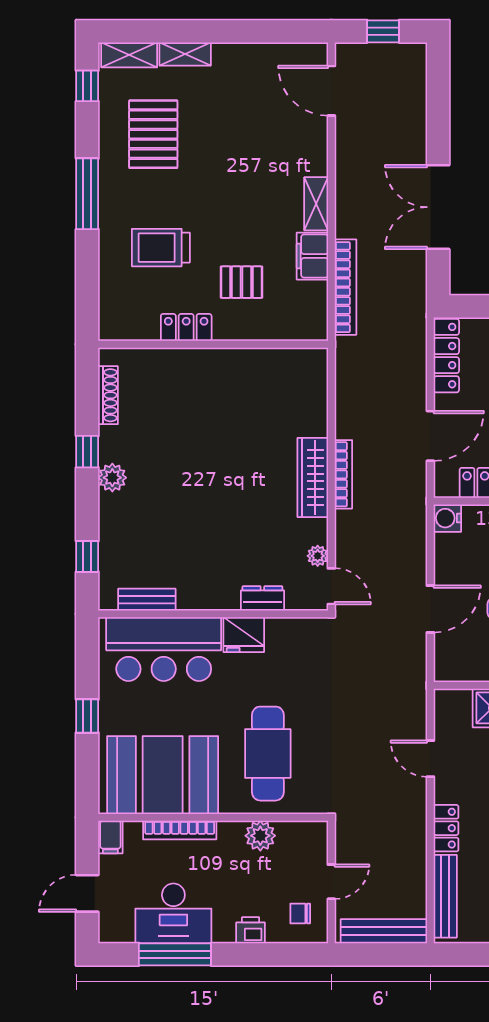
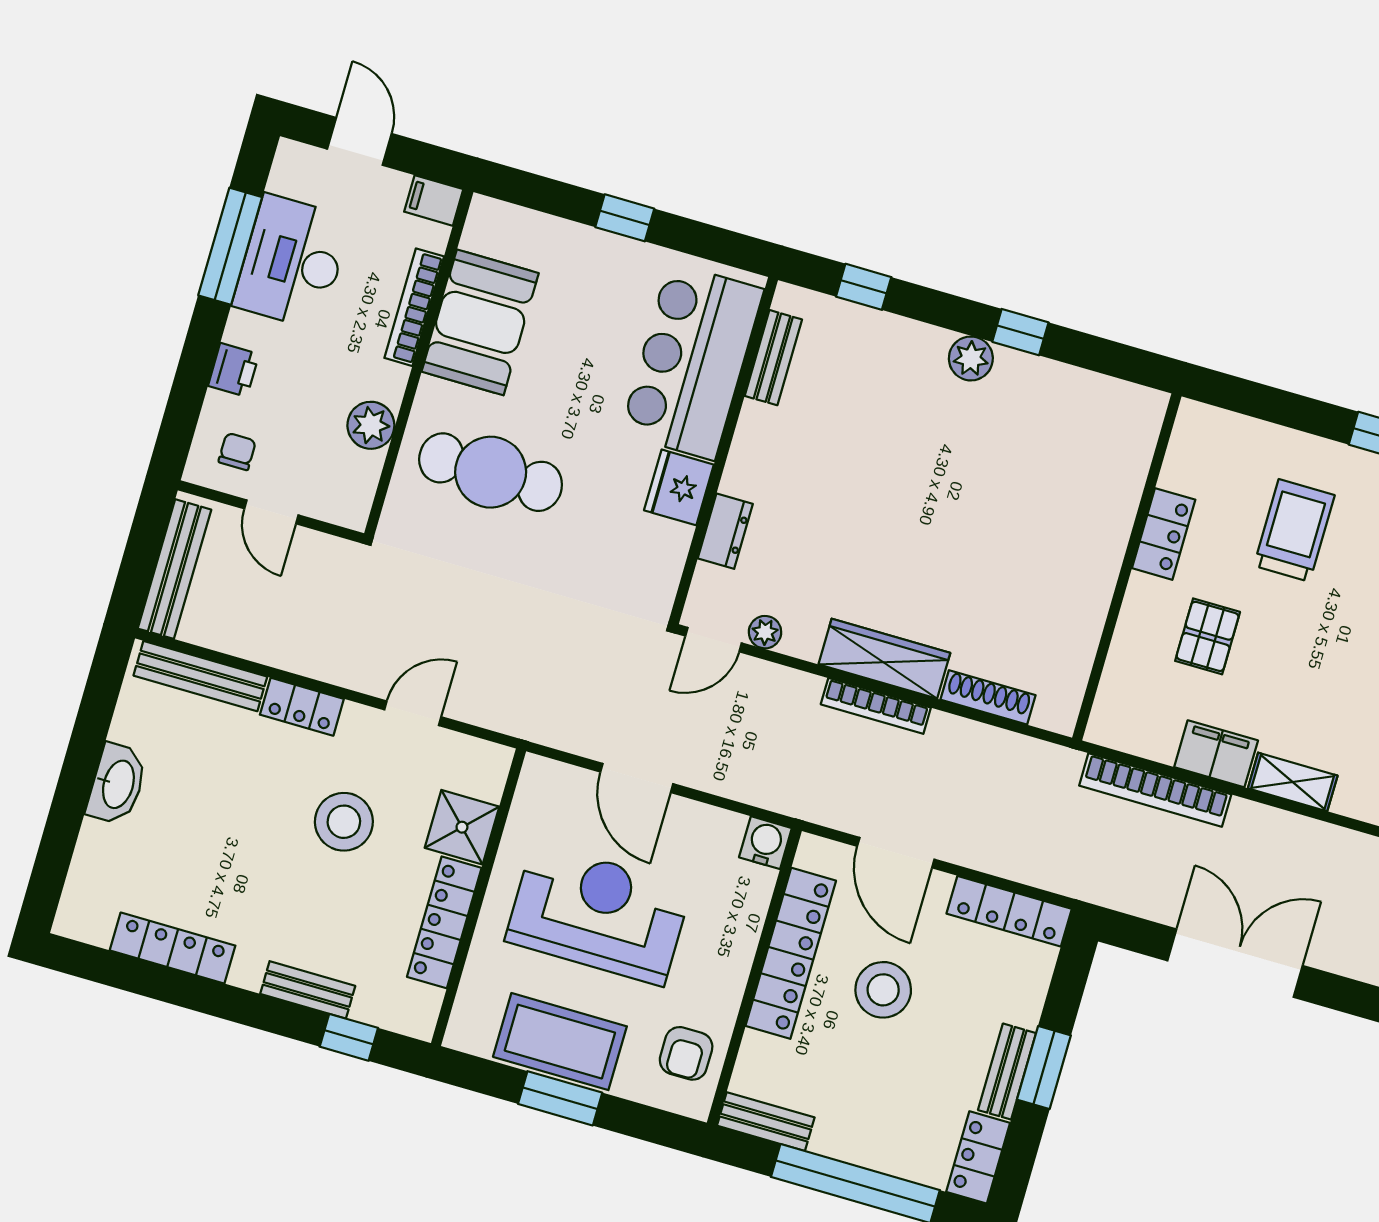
shoe rack: (108, 395) -> (988, 697), moved, turned 180
booth: (163, 775) -> (480, 322), width x0.73, depth x0.70

